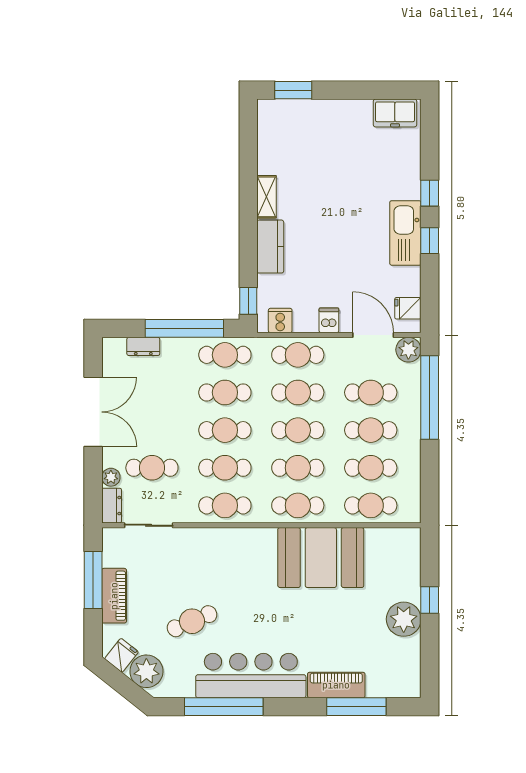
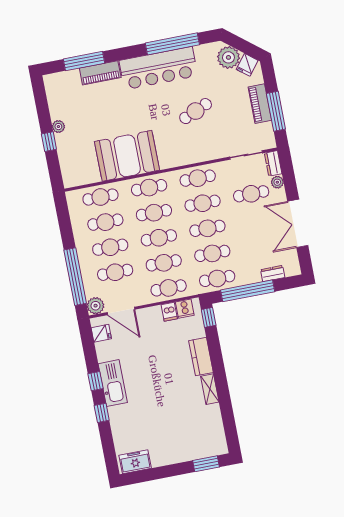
dishwasher: (329, 320) -> (169, 312), moved
plant: (404, 619) -> (58, 127), width x0.53, depth x0.53
cafe table: (192, 621) -> (196, 111), moved

